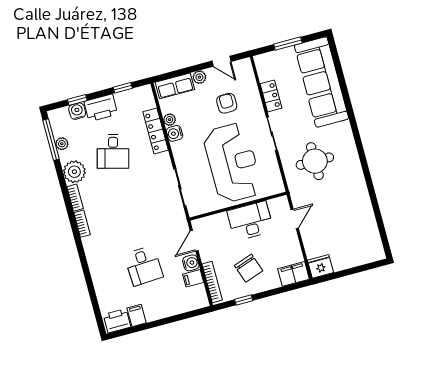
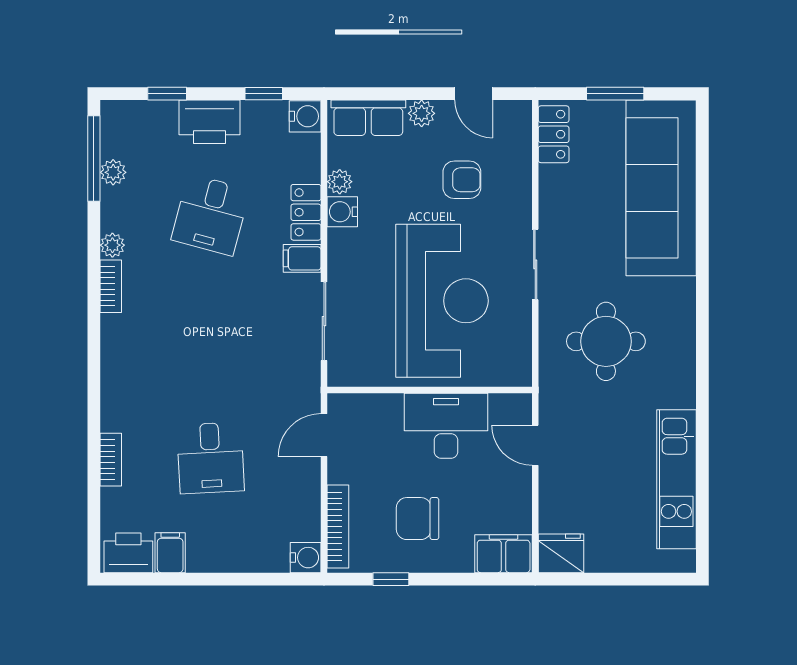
locker: (271, 96) -> (554, 134), moved
armchair: (227, 103) -> (462, 180), turned 90
water cooler: (77, 111) -> (305, 116), moved, turned 90
locker: (156, 131) -> (306, 212), width x0.66
plant: (74, 172) -> (112, 245), width x0.53, depth x0.53
kitchen unit: (365, 217) -> (676, 479), added
door: (295, 219) -> (535, 445), swing flipped
bookcase: (82, 224) -> (111, 460), moved
water cooler: (191, 263) -> (306, 558), moved
chair: (249, 268) -> (418, 519), turned 109
filing cabinet: (193, 278) -> (302, 258), moved

